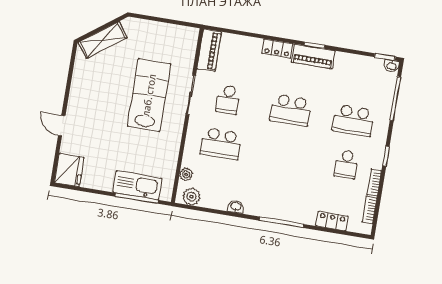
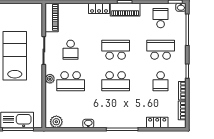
school desk: (361, 76) -> (161, 18), added
school desk: (291, 110) -> (116, 50), turned 180
school desk: (353, 120) -> (161, 50), turned 180
school desk: (284, 154) -> (116, 81), added
plant: (186, 174) -> (50, 79), moved

